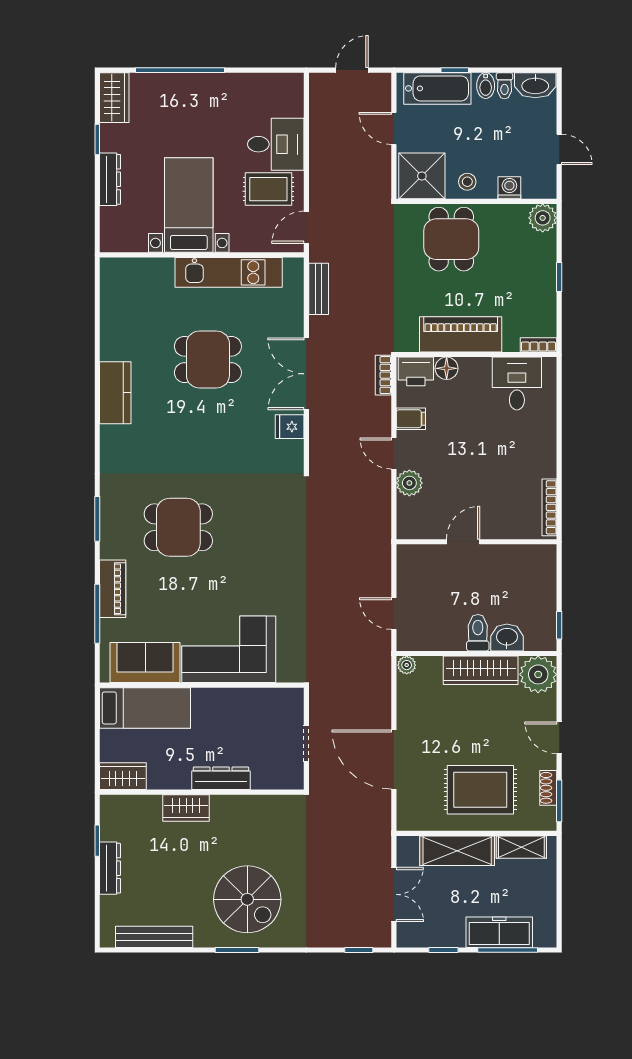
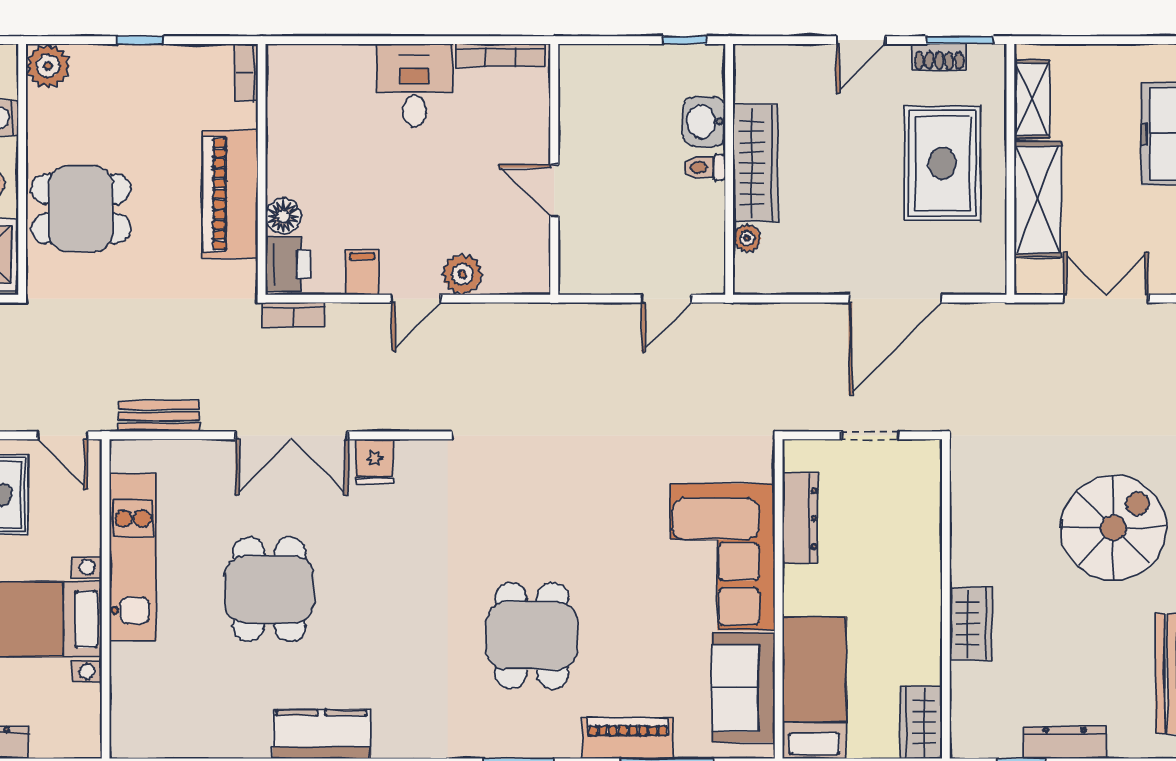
desk: (517, 383) -> (414, 85), moved, turned 90
toilet: (478, 633) -> (705, 167), width x0.73, depth x0.72
plant: (407, 665) -> (747, 238), moved
plant: (538, 674) -> (762, 73), removed
dresser: (221, 778) -> (800, 519), moved, turned 180

